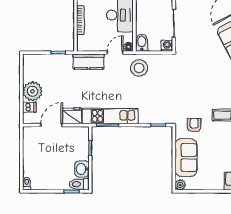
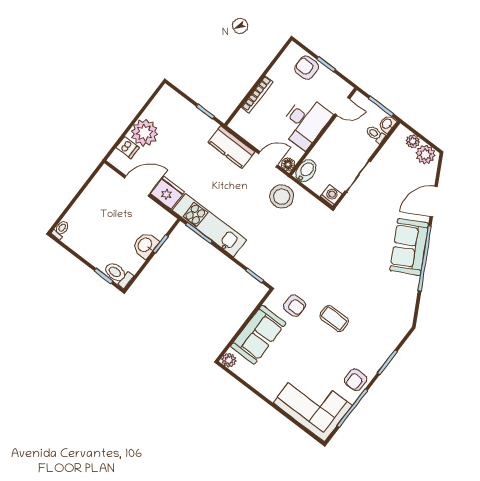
armchair: (194, 125) -> (294, 306), turned 90
washbasin: (82, 169) -> (145, 245), moved

